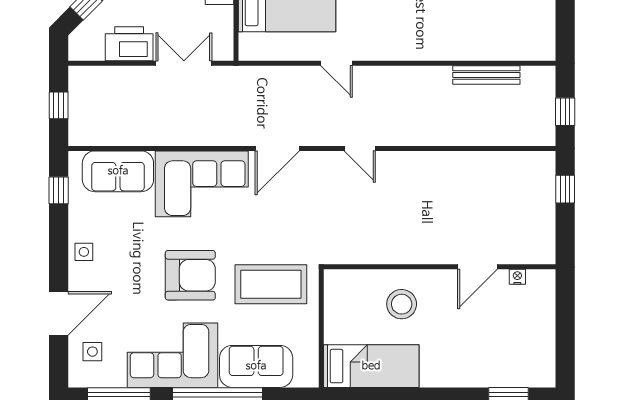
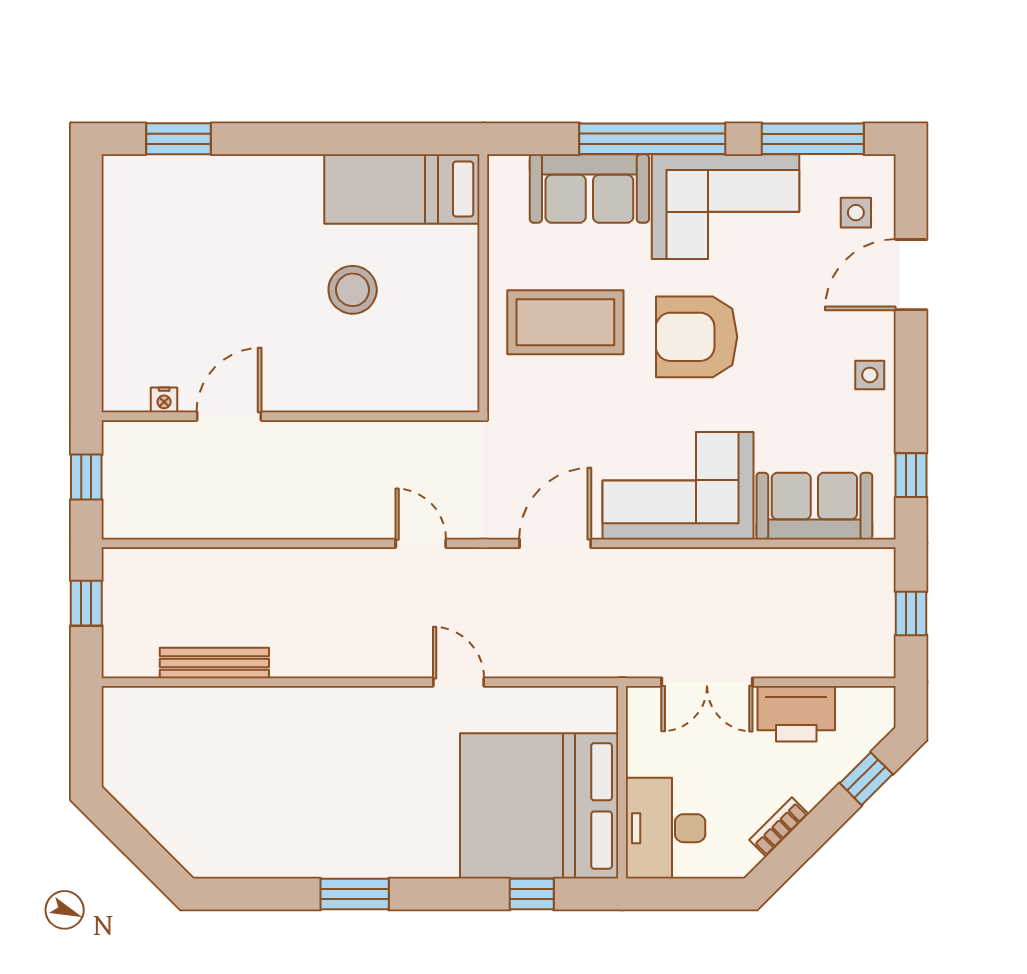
wall: (440, 267) -> (291, 416), moved
door: (477, 267) -> (229, 416), moved
nightstand: (517, 277) -> (164, 400), moved

